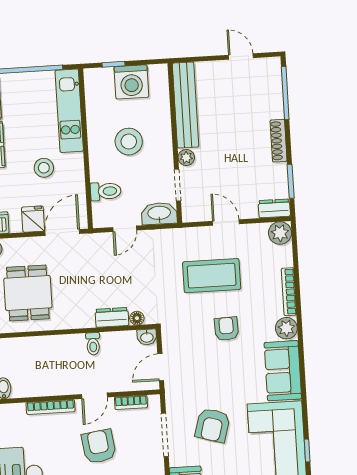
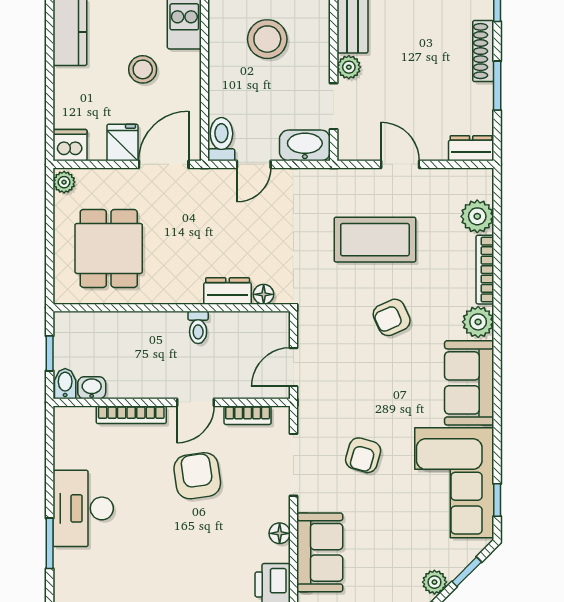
window: (291, 181) -> (497, 86), moved
toilet: (106, 191) -> (221, 139), moved, turned -90
plant: (280, 233) -> (477, 216), moved
armchair: (226, 329) -> (392, 317), turned -112
washbasin: (147, 337) -> (92, 388), moved, turned 180
armchair: (213, 425) -> (363, 455), width x0.72, depth x0.72

